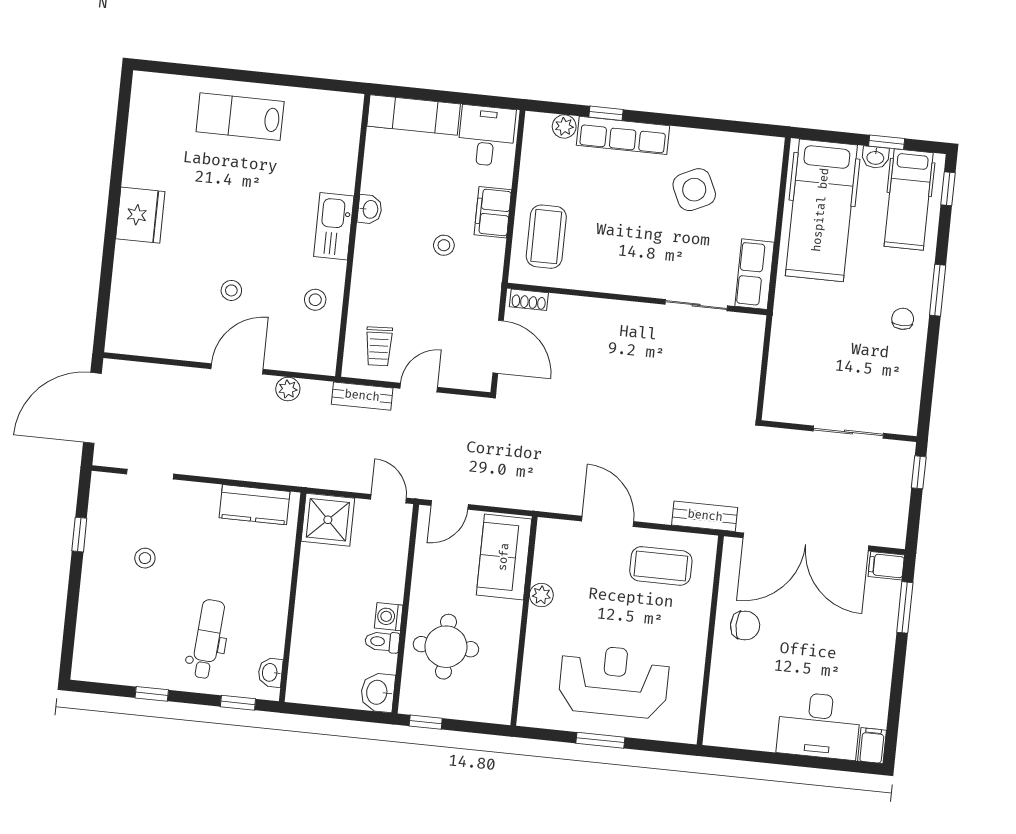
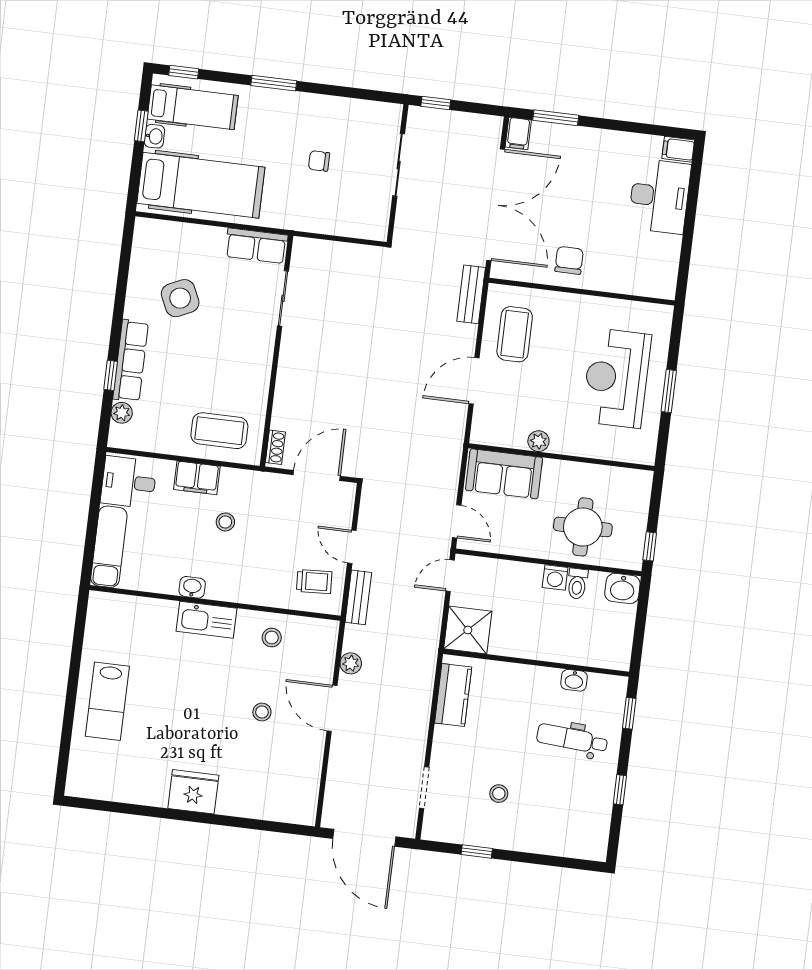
chair: (903, 319) -> (319, 161), moved
washbasin: (270, 672) -> (574, 680), moved

